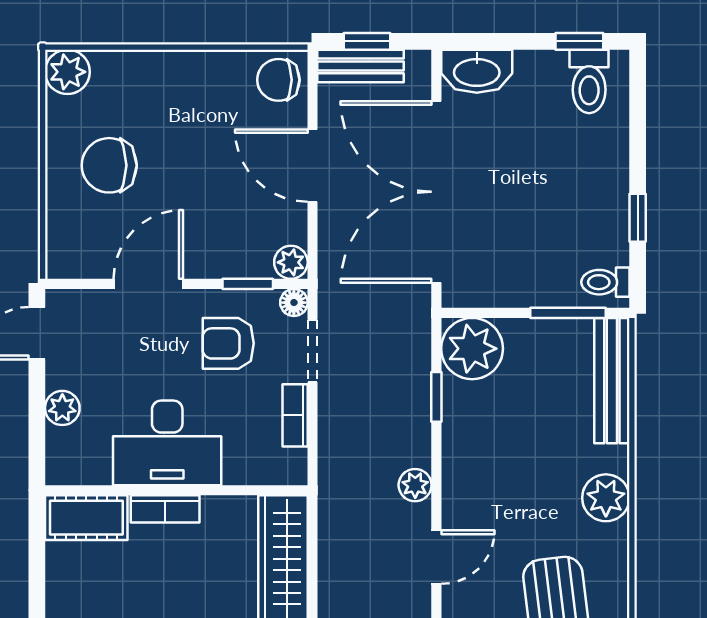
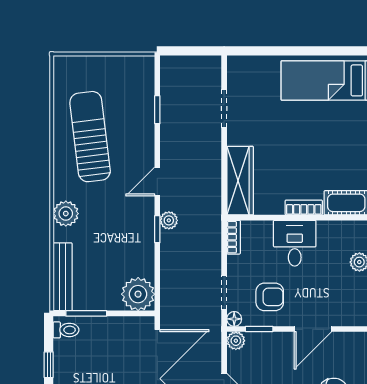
window: (436, 397) -> (157, 229), moved
bookcase: (295, 415) -> (234, 237), moved
desk: (167, 443) -> (295, 243), width x0.73

